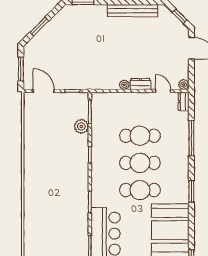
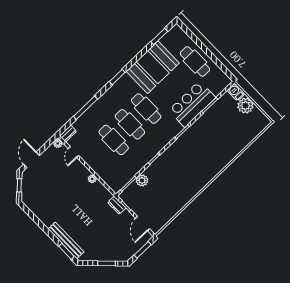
bench: (133, 11) -> (66, 240), moved
dresser: (140, 84) -> (117, 205), moved

